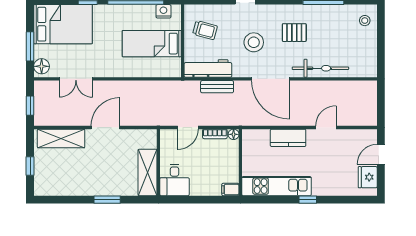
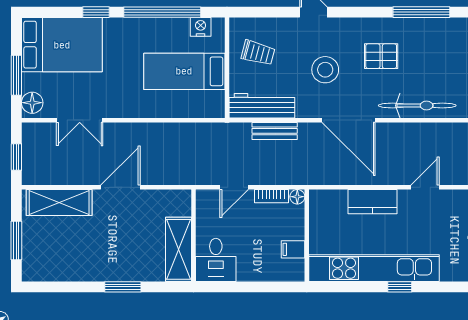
window: (30, 166) -> (16, 241), width x1.50
kitchen unit: (277, 186) -> (374, 268), width x1.36
filing cabinet: (230, 189) -> (293, 249), moved

